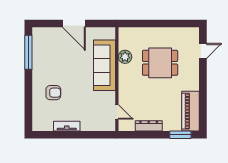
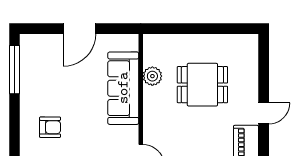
door: (74, 24) -> (79, 29), hinge flipped
door: (203, 51) -> (264, 113), moved

